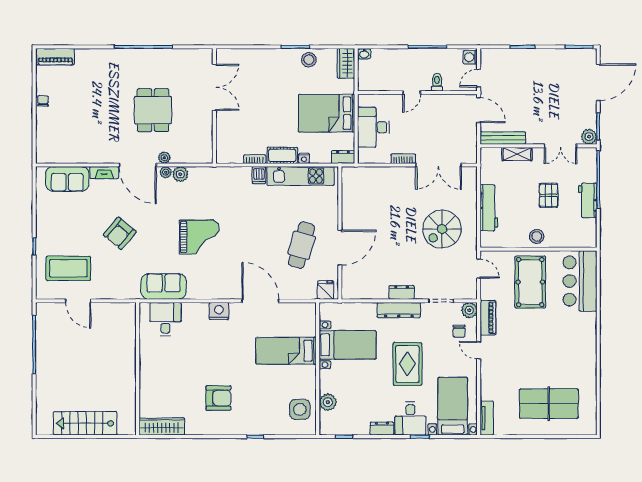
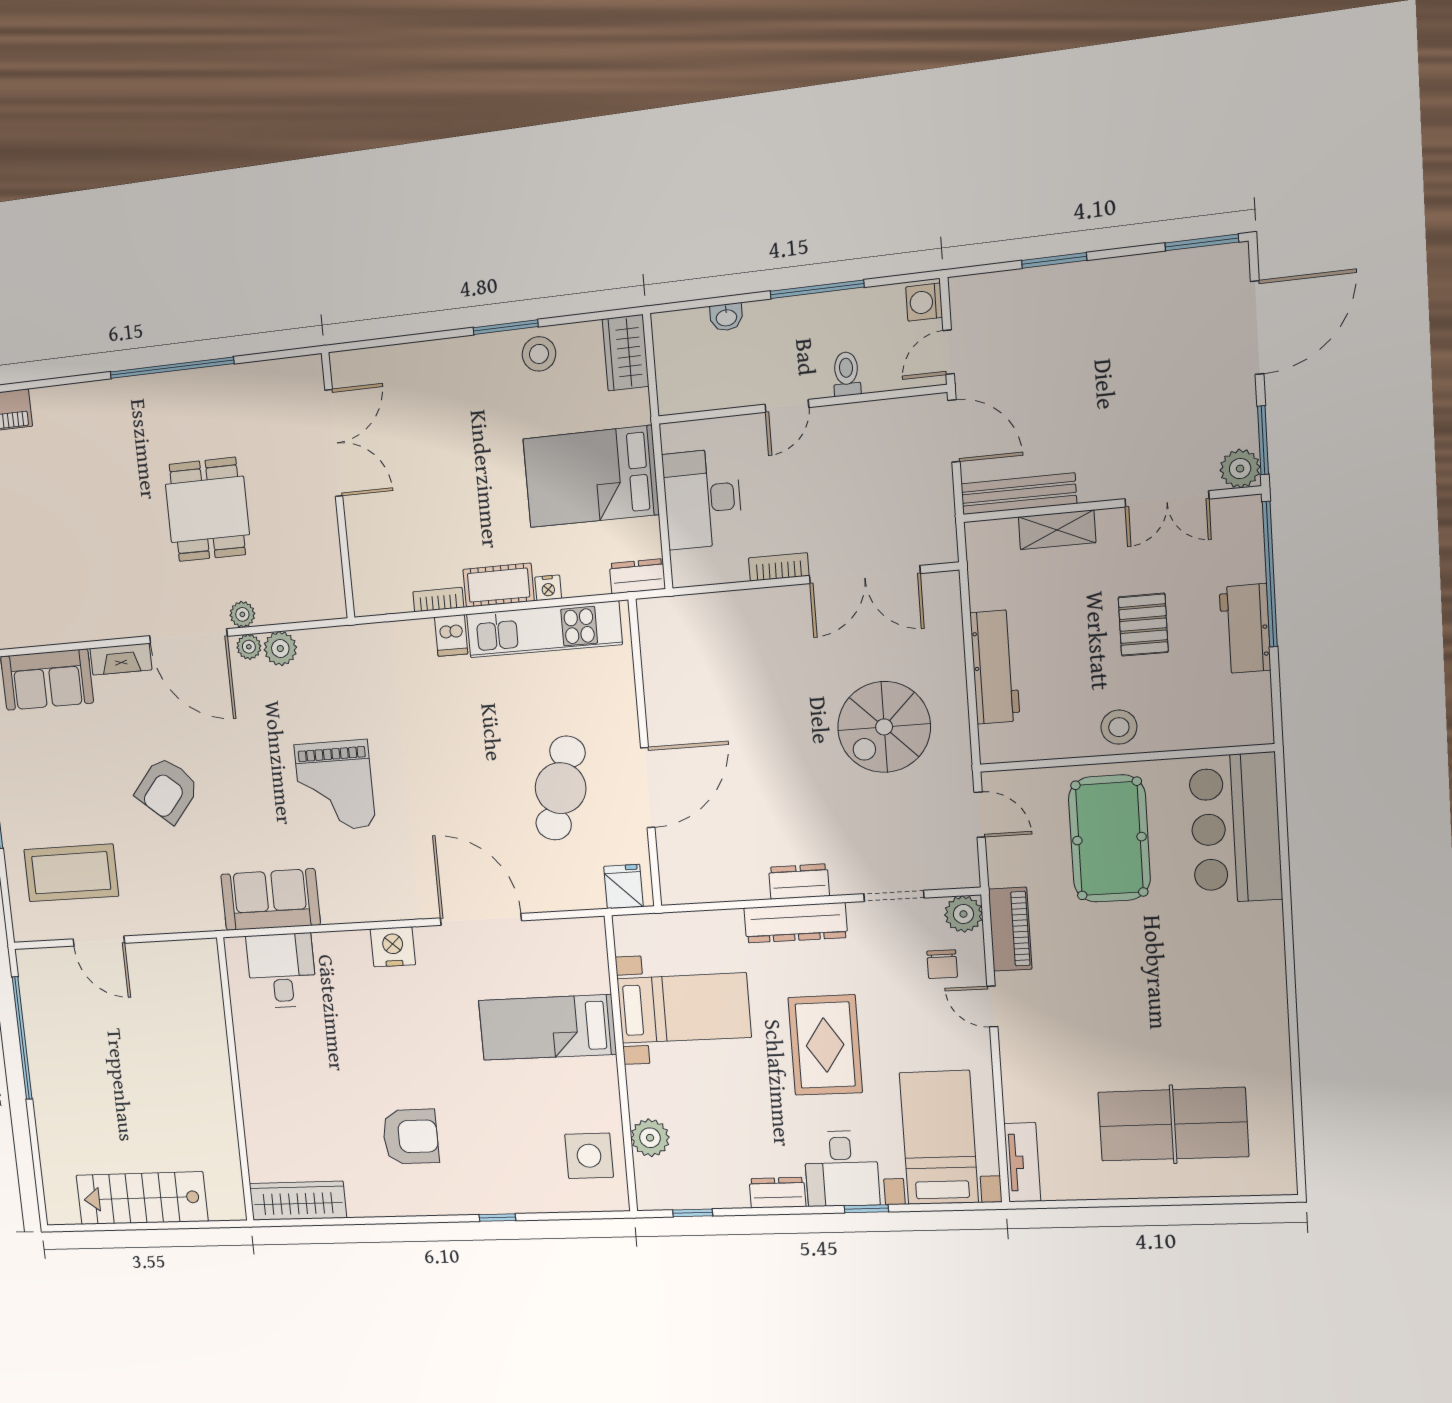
washbasin: (364, 54) -> (726, 317), moved
grand piano: (199, 237) -> (335, 786), turned 90

